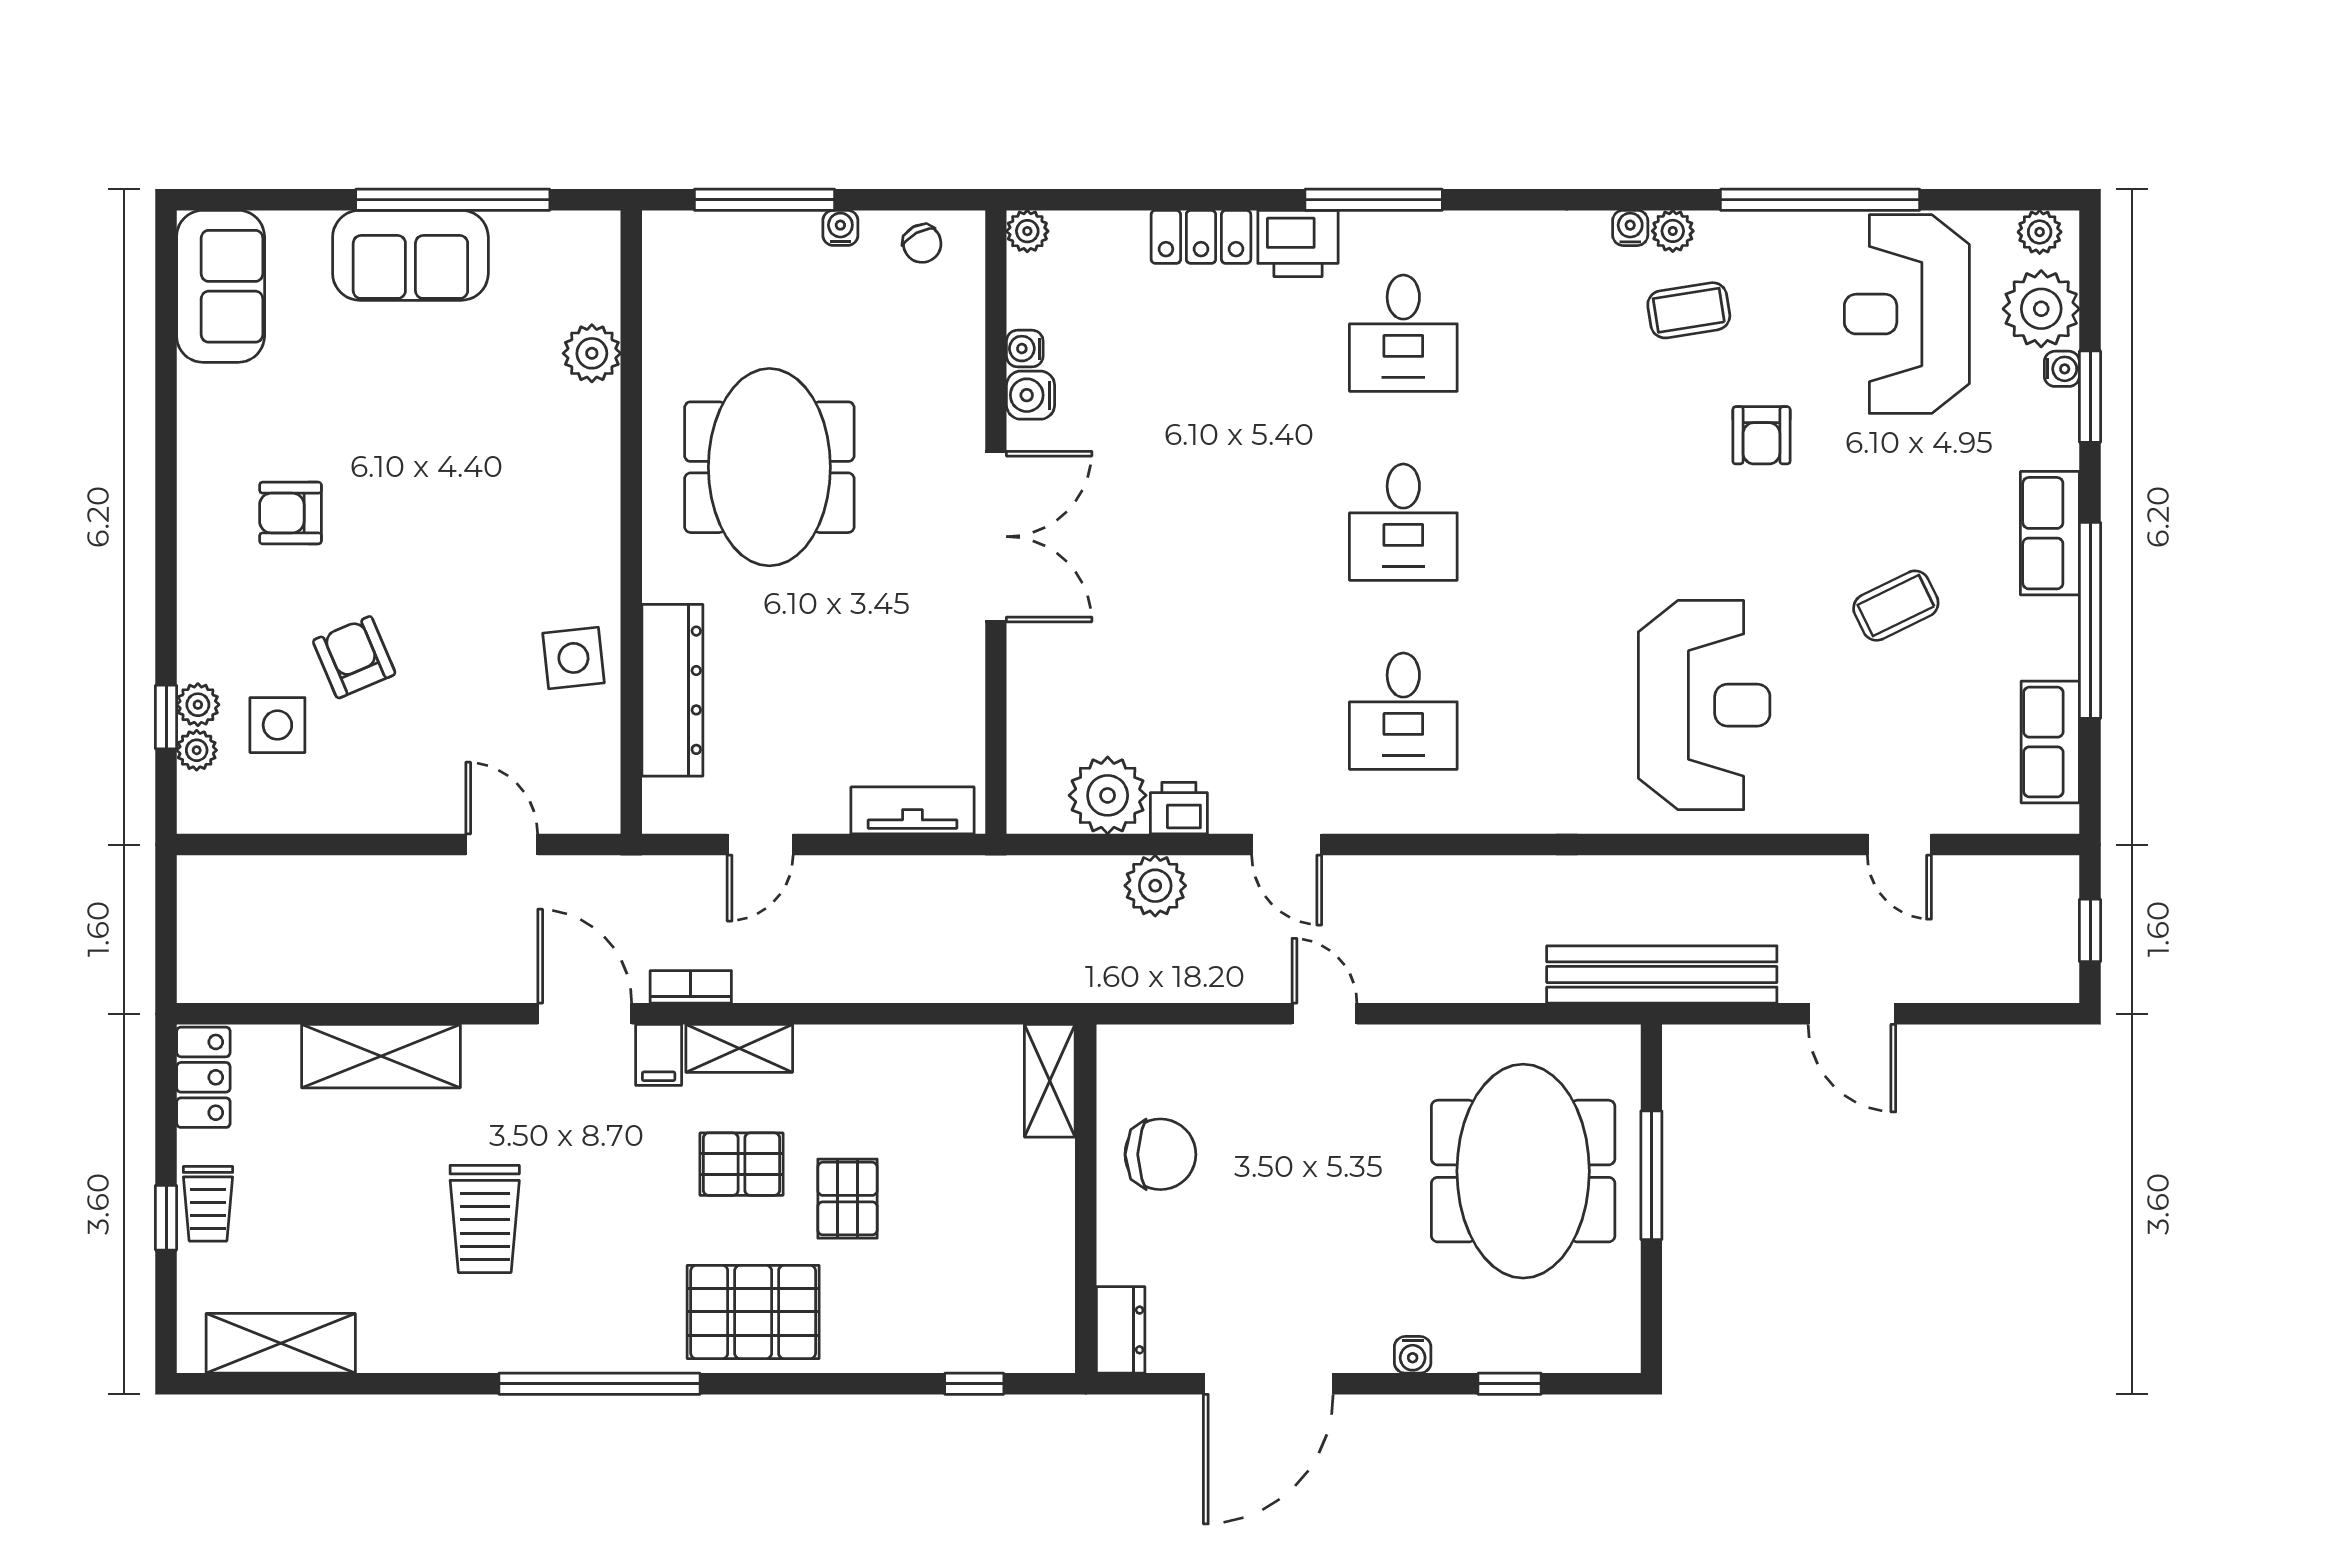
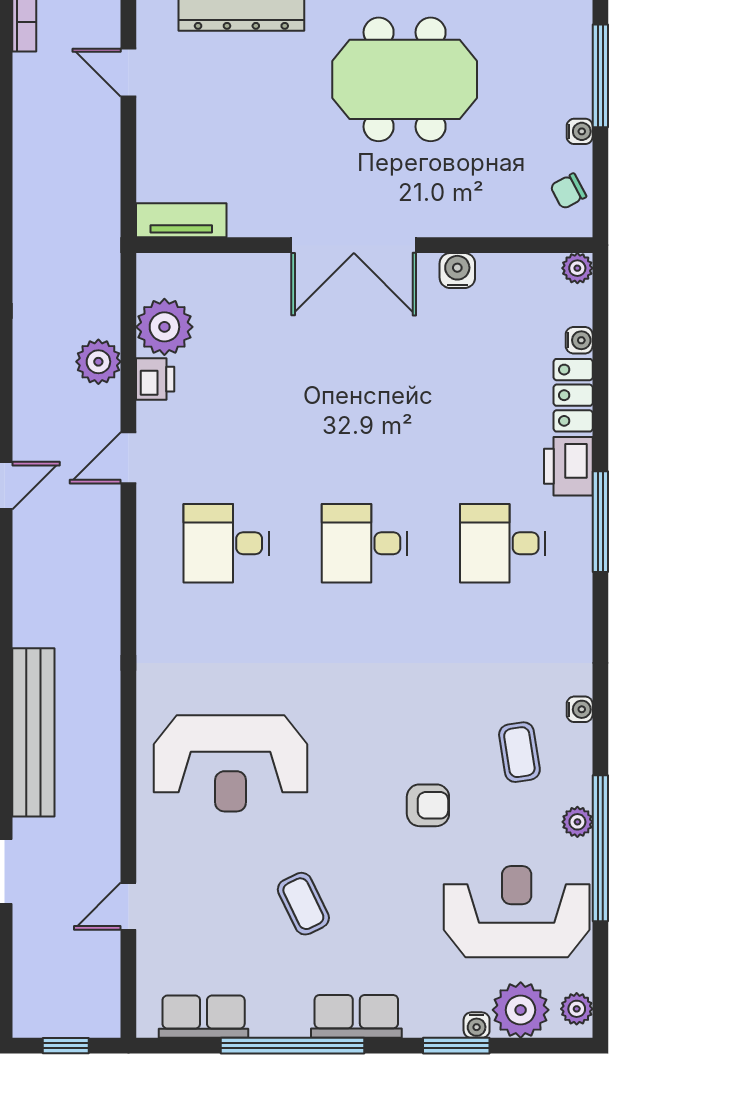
plant: (1673, 231) -> (577, 822), moved
water cooler: (1025, 349) -> (579, 340), moved, turned 90
armchair: (1761, 435) -> (428, 805), turned 180
tv unit: (912, 810) -> (181, 220), moved, turned -90

